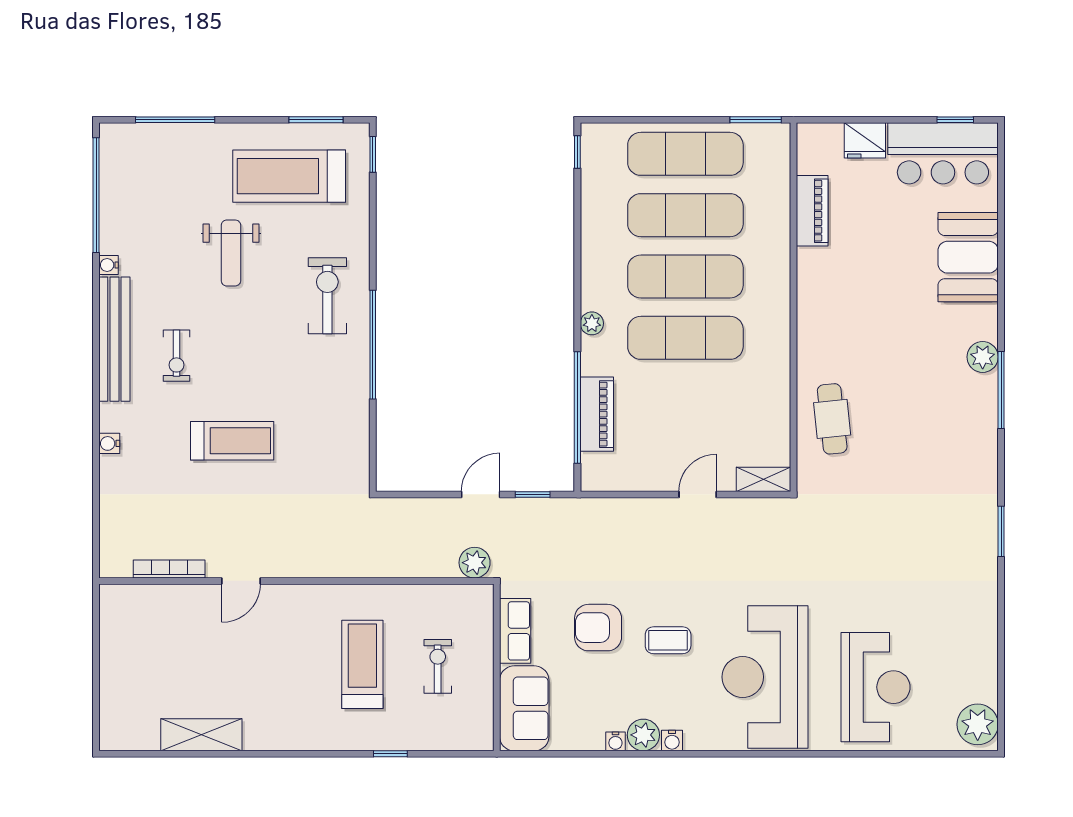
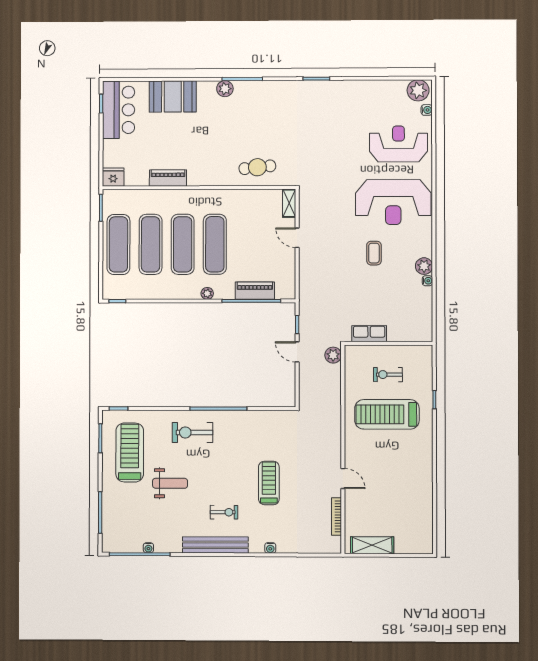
fridge: (865, 140) -> (113, 177), moved, turned -90
treadmill: (289, 176) -> (130, 452), turned 180
piano: (812, 211) -> (168, 178), moved
water cooler: (109, 265) -> (148, 548), moved
armchair: (598, 628) -> (367, 290), removed
treadmill: (362, 664) -> (387, 414), width x1.37, depth x1.38
sofa: (524, 708) -> (410, 329), removed
shelving: (201, 735) -> (372, 545), moved, turned 90
water cooler: (672, 741) -> (427, 110), moved

